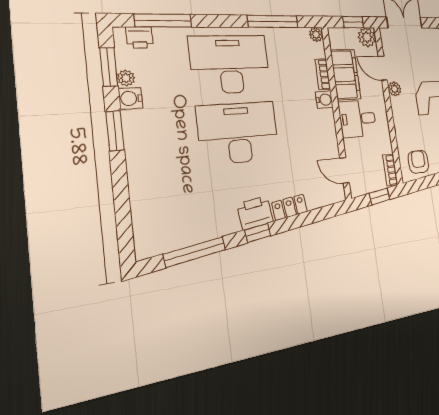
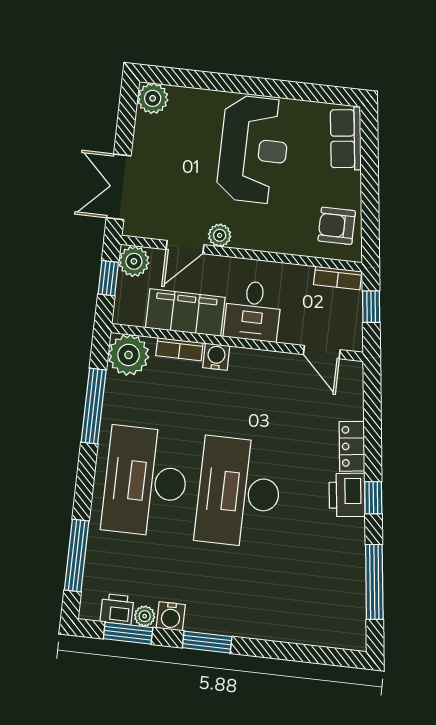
plant: (316, 35) -> (129, 355), width x1.87, depth x1.87
printer: (139, 37) -> (117, 609), moved, turned -90
door: (345, 170) -> (322, 352), hinge flipped

